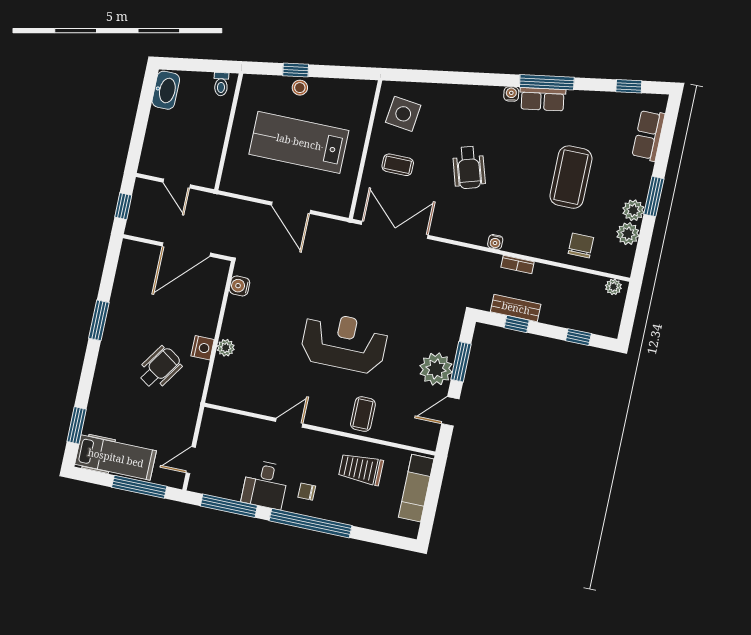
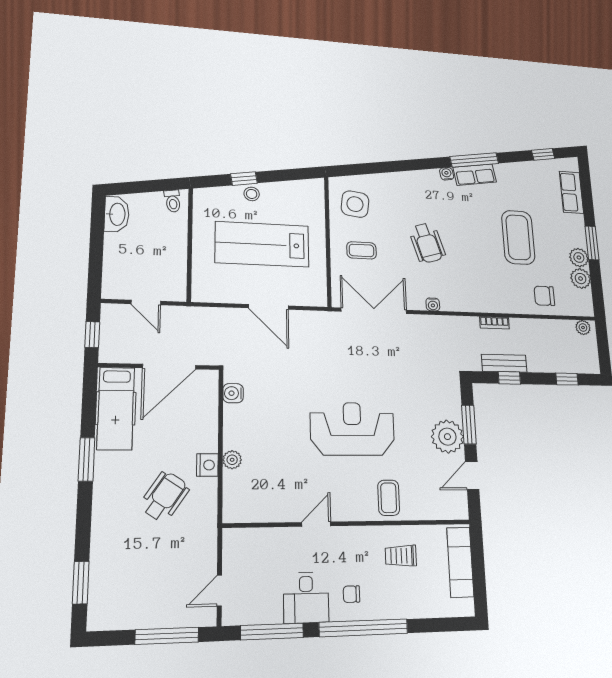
water cooler: (495, 242) -> (433, 304), moved
chair: (581, 245) -> (544, 296), turned -90
hospital bed: (116, 458) -> (116, 408), moved, turned 90
trolley: (361, 469) -> (401, 556), width x0.73, depth x0.72

